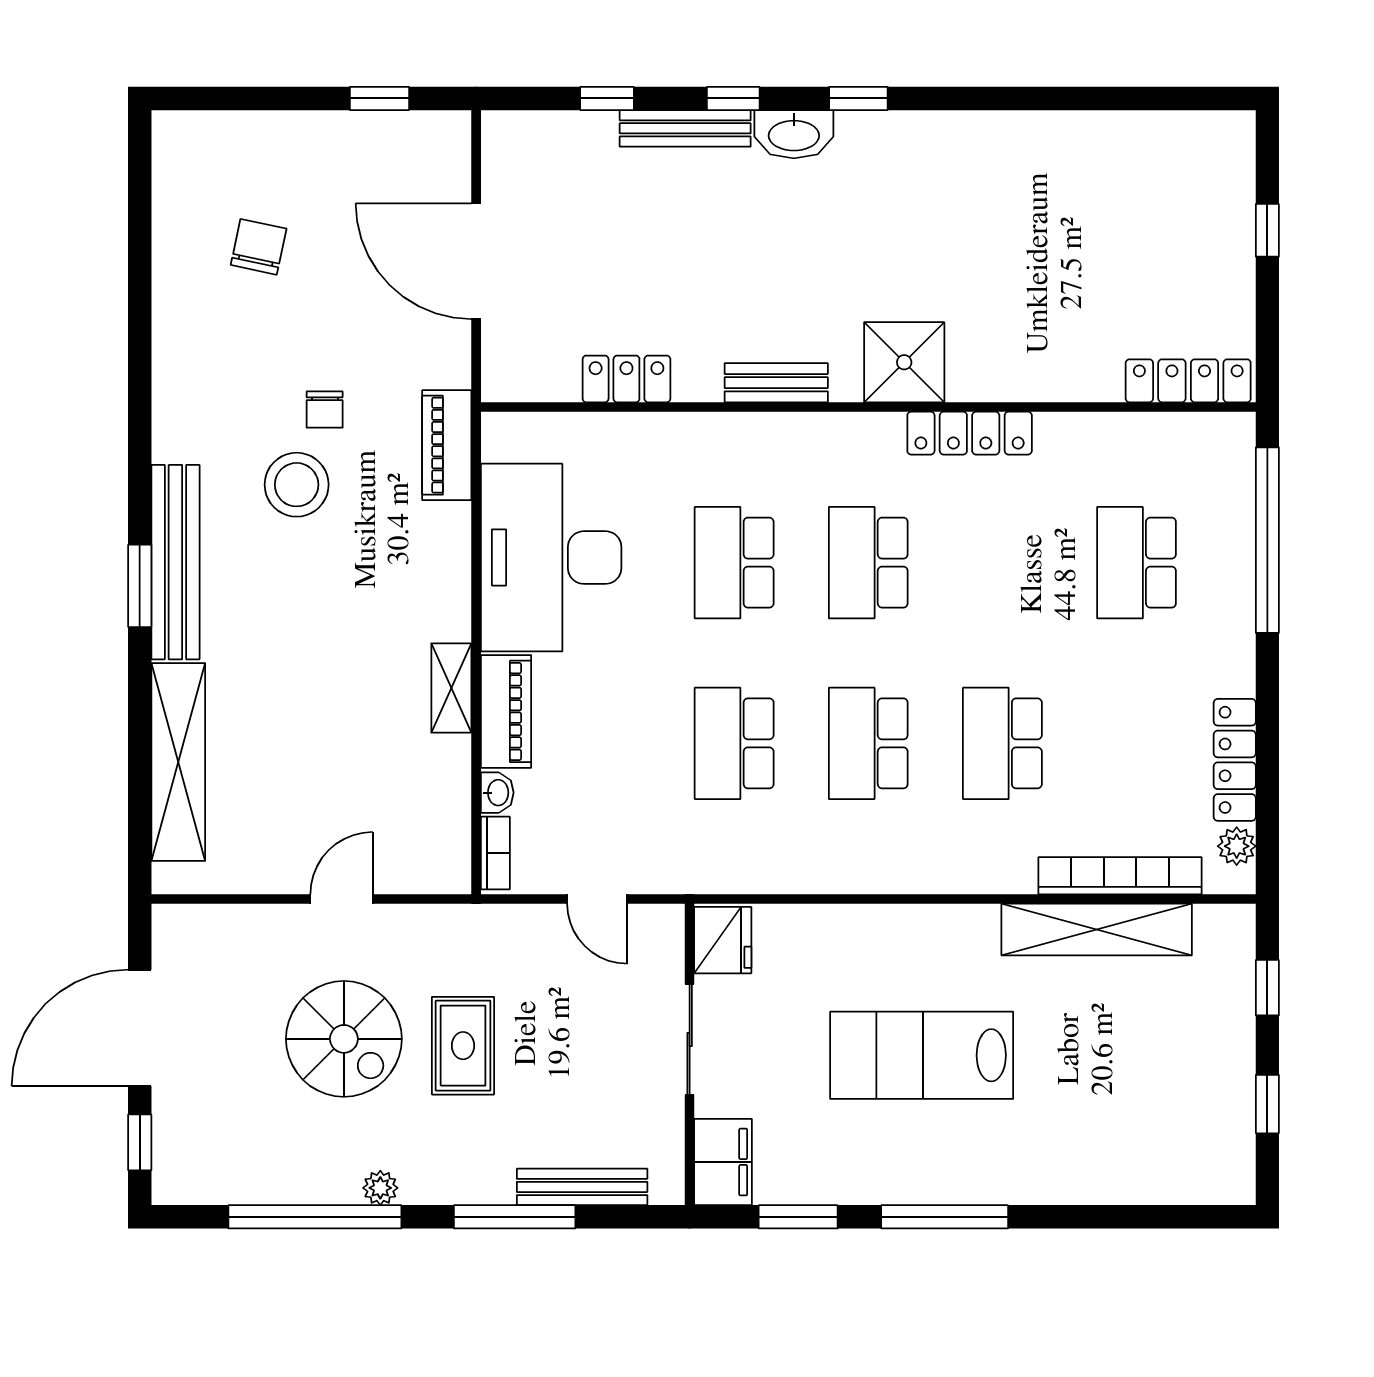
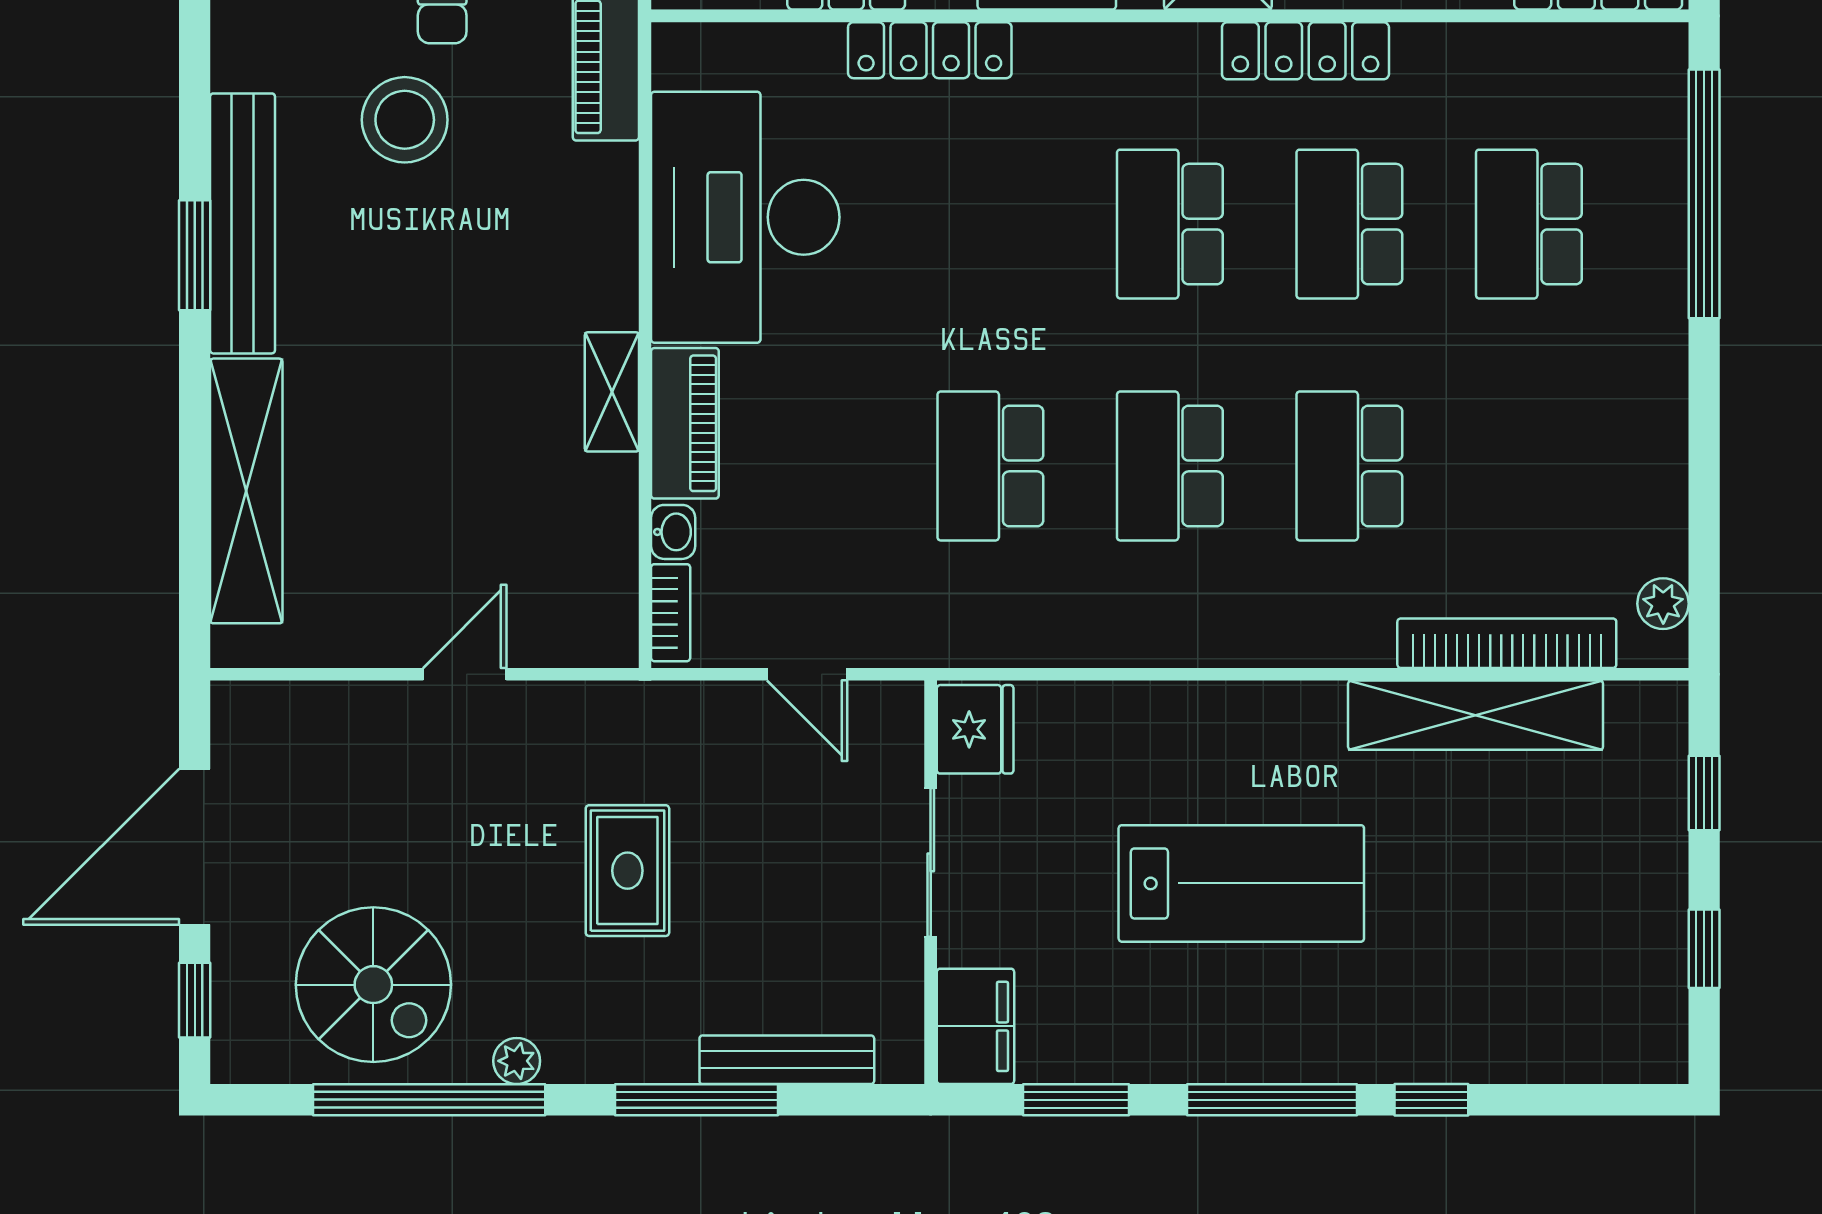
school desk: (734, 563) -> (1349, 224), moved
locker: (1235, 760) -> (930, 50), moved, turned -90
spiral stairs: (344, 1039) -> (373, 985), moved
lab bench: (922, 1055) -> (1241, 883), turned 180
window: (1064, 1217) -> (1431, 1100), added

